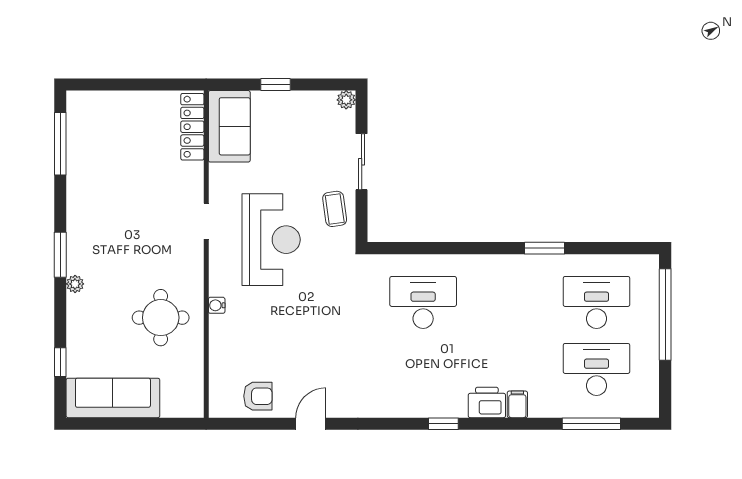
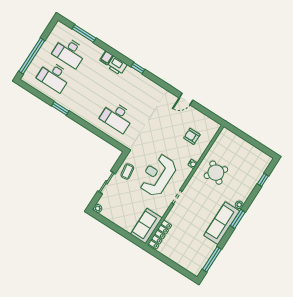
window: (275, 84) -> (120, 231), removed
round table: (161, 318) -> (216, 173), turned 38
armchair: (258, 396) -> (192, 136), moved
sofa: (113, 398) -> (222, 223), moved, turned 90

